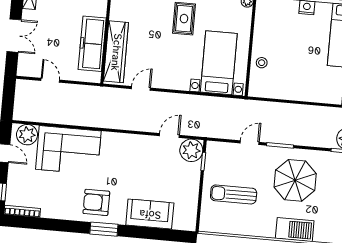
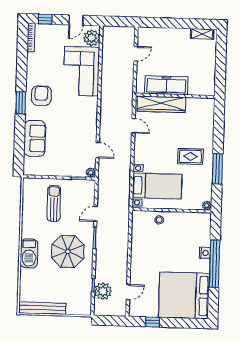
double door: (14, 36) -> (169, 23), removed
door: (250, 143) -> (95, 214), swing flipped
plant: (191, 150) -> (91, 173), width x0.53, depth x0.53

